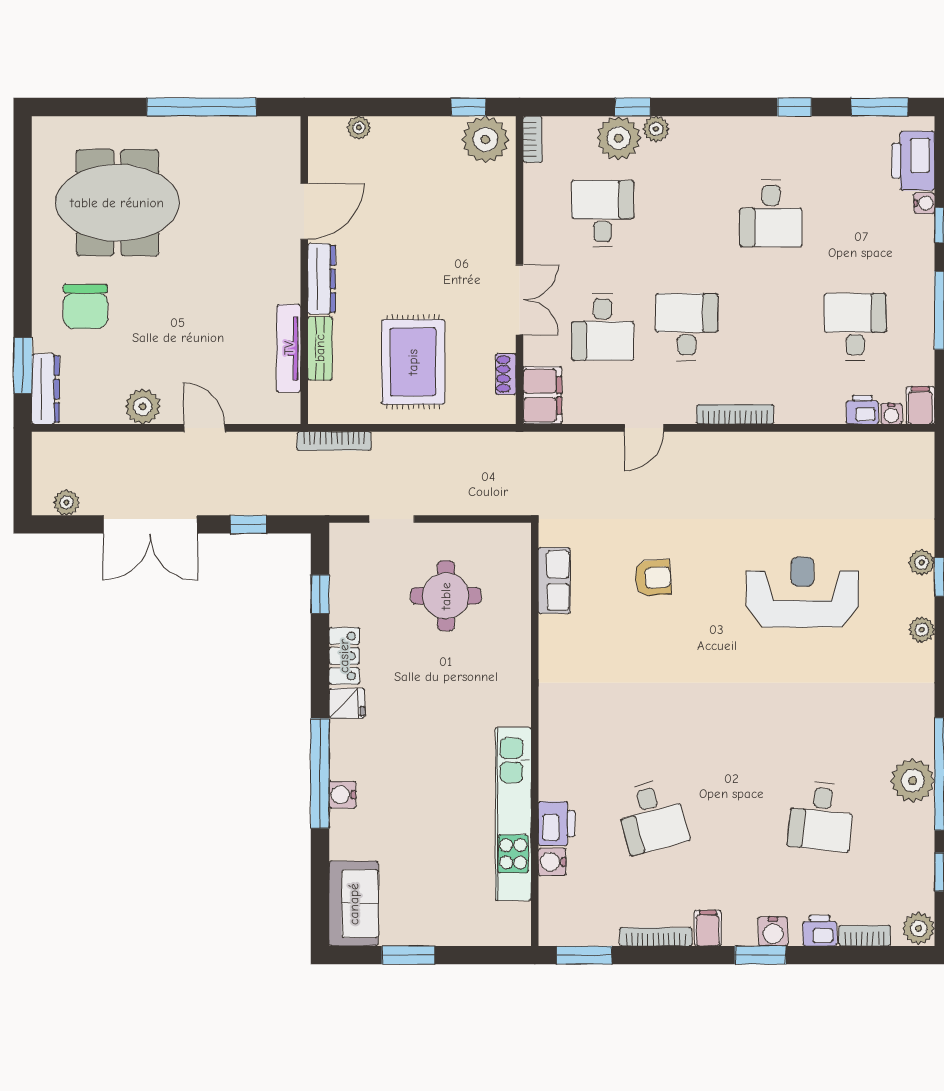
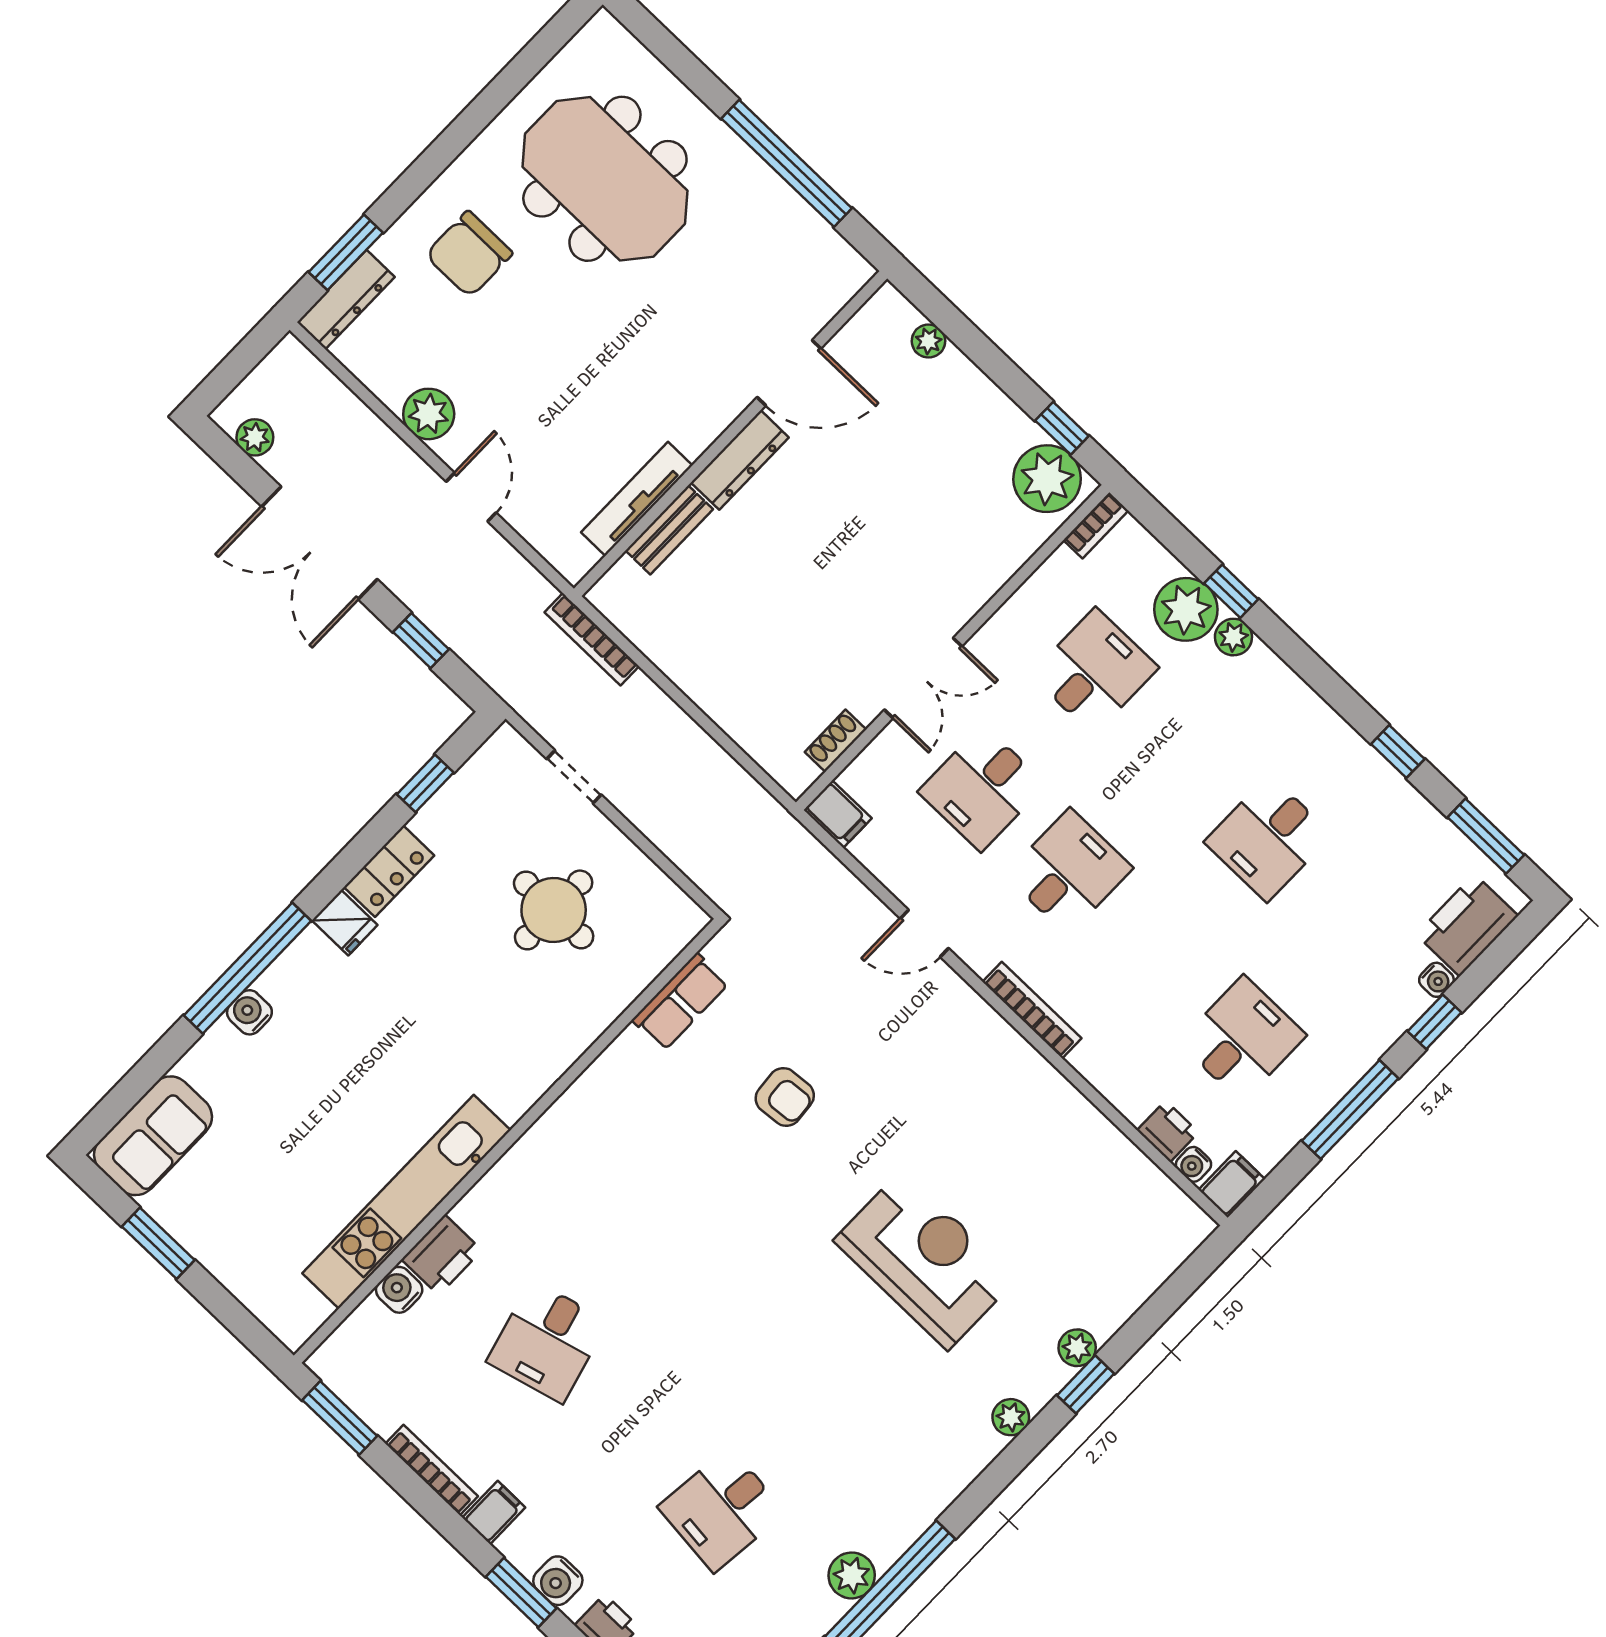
rug: (413, 362) -> (752, 636), removed
filing cabinet: (542, 395) -> (838, 814), width x0.50
plant: (913, 781) -> (852, 1575), width x0.73, depth x0.73

